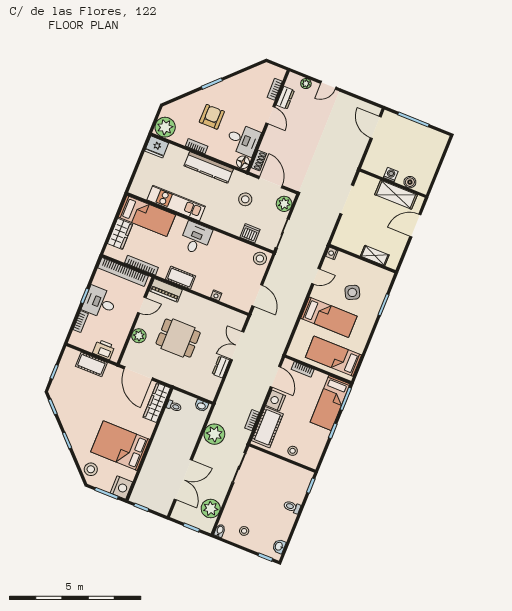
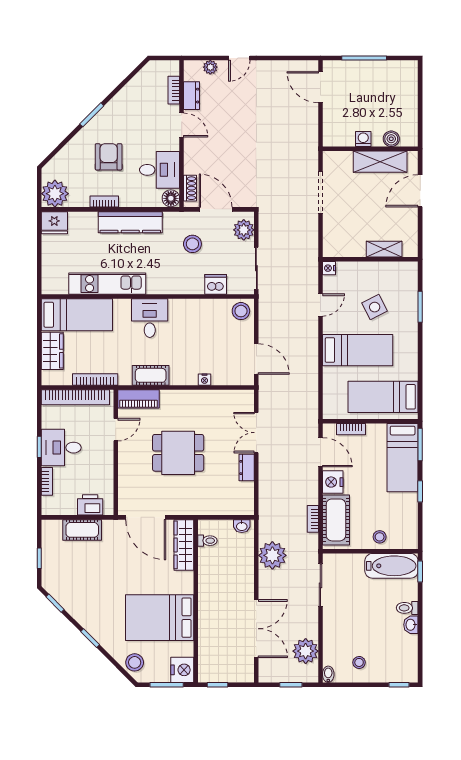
plant: (139, 336) -> (127, 470), removed
bathtub: (293, 474) -> (391, 566), added
washbasin: (279, 546) -> (411, 625), moved

